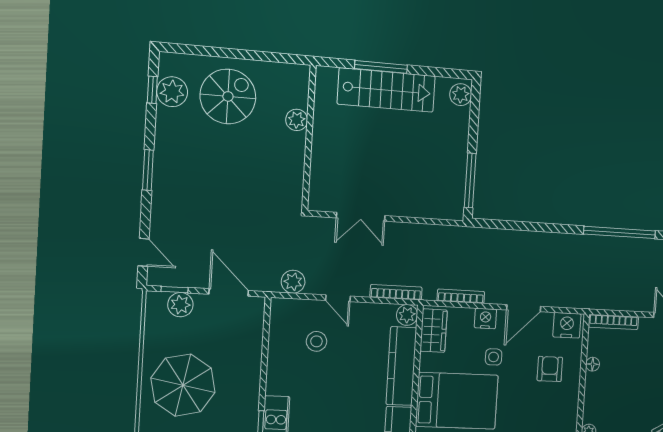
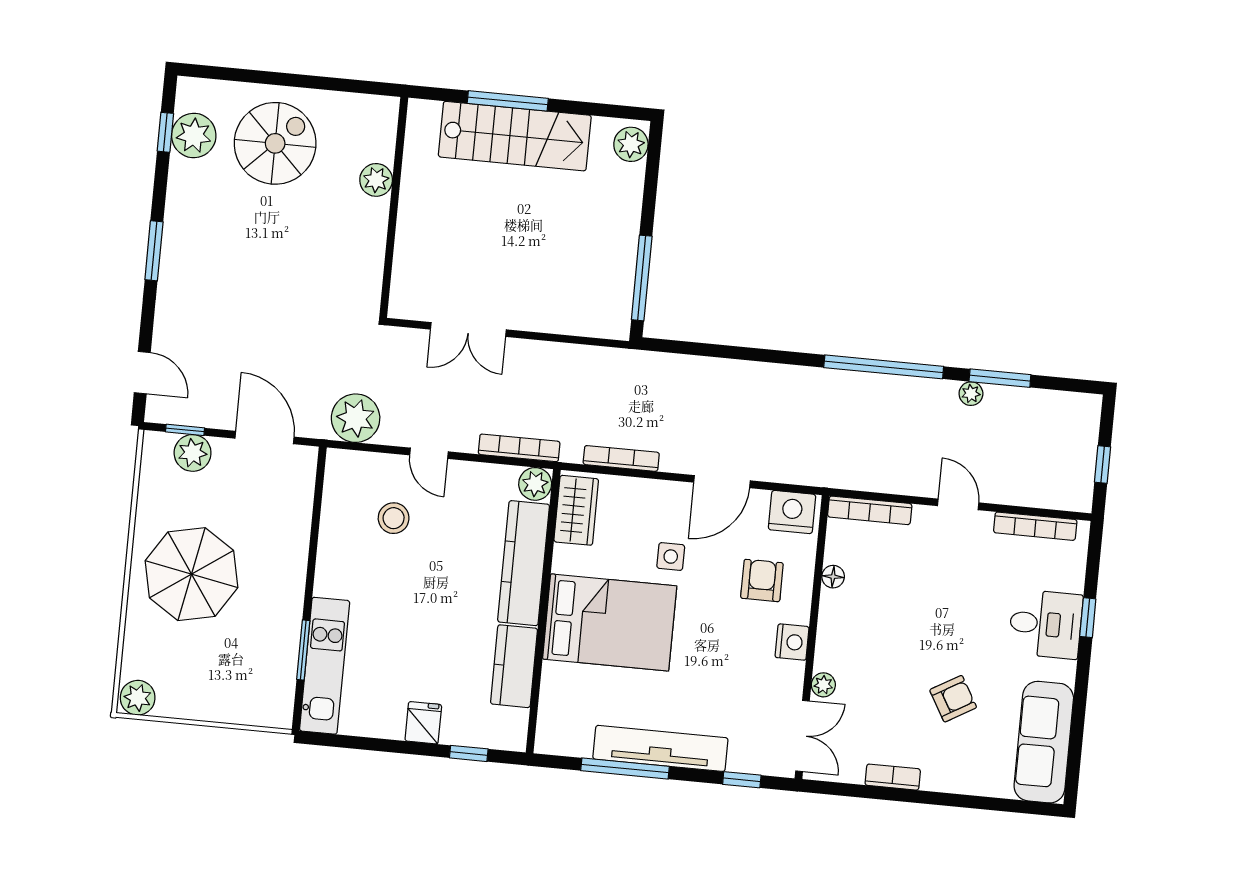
plant: (293, 282) -> (356, 418), width x1.36, depth x1.36
nightstand: (485, 318) -> (792, 642), moved, turned 90

